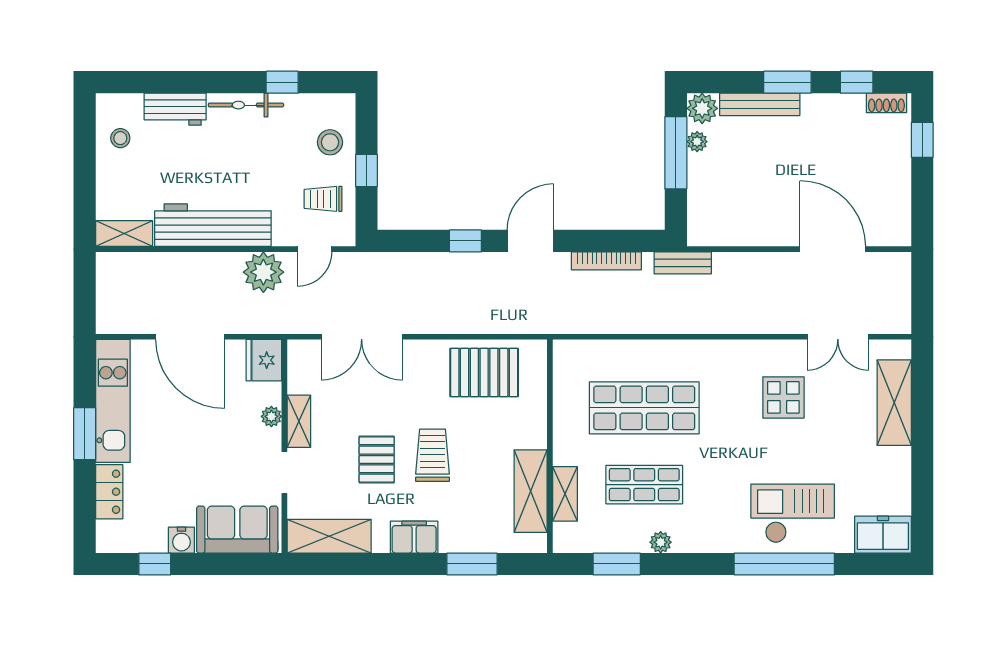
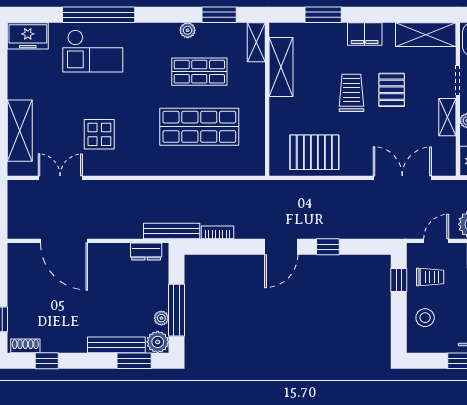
window: (787, 82) -> (134, 361), moved
window: (367, 170) -> (399, 280), moved
dresser: (718, 234) -> (146, 252), added
bookcase: (606, 261) -> (217, 232), width x0.64
bench: (683, 263) -> (172, 231), width x1.36
trolley: (433, 455) -> (351, 93), turned 180
shelving: (565, 494) -> (256, 42), moved

